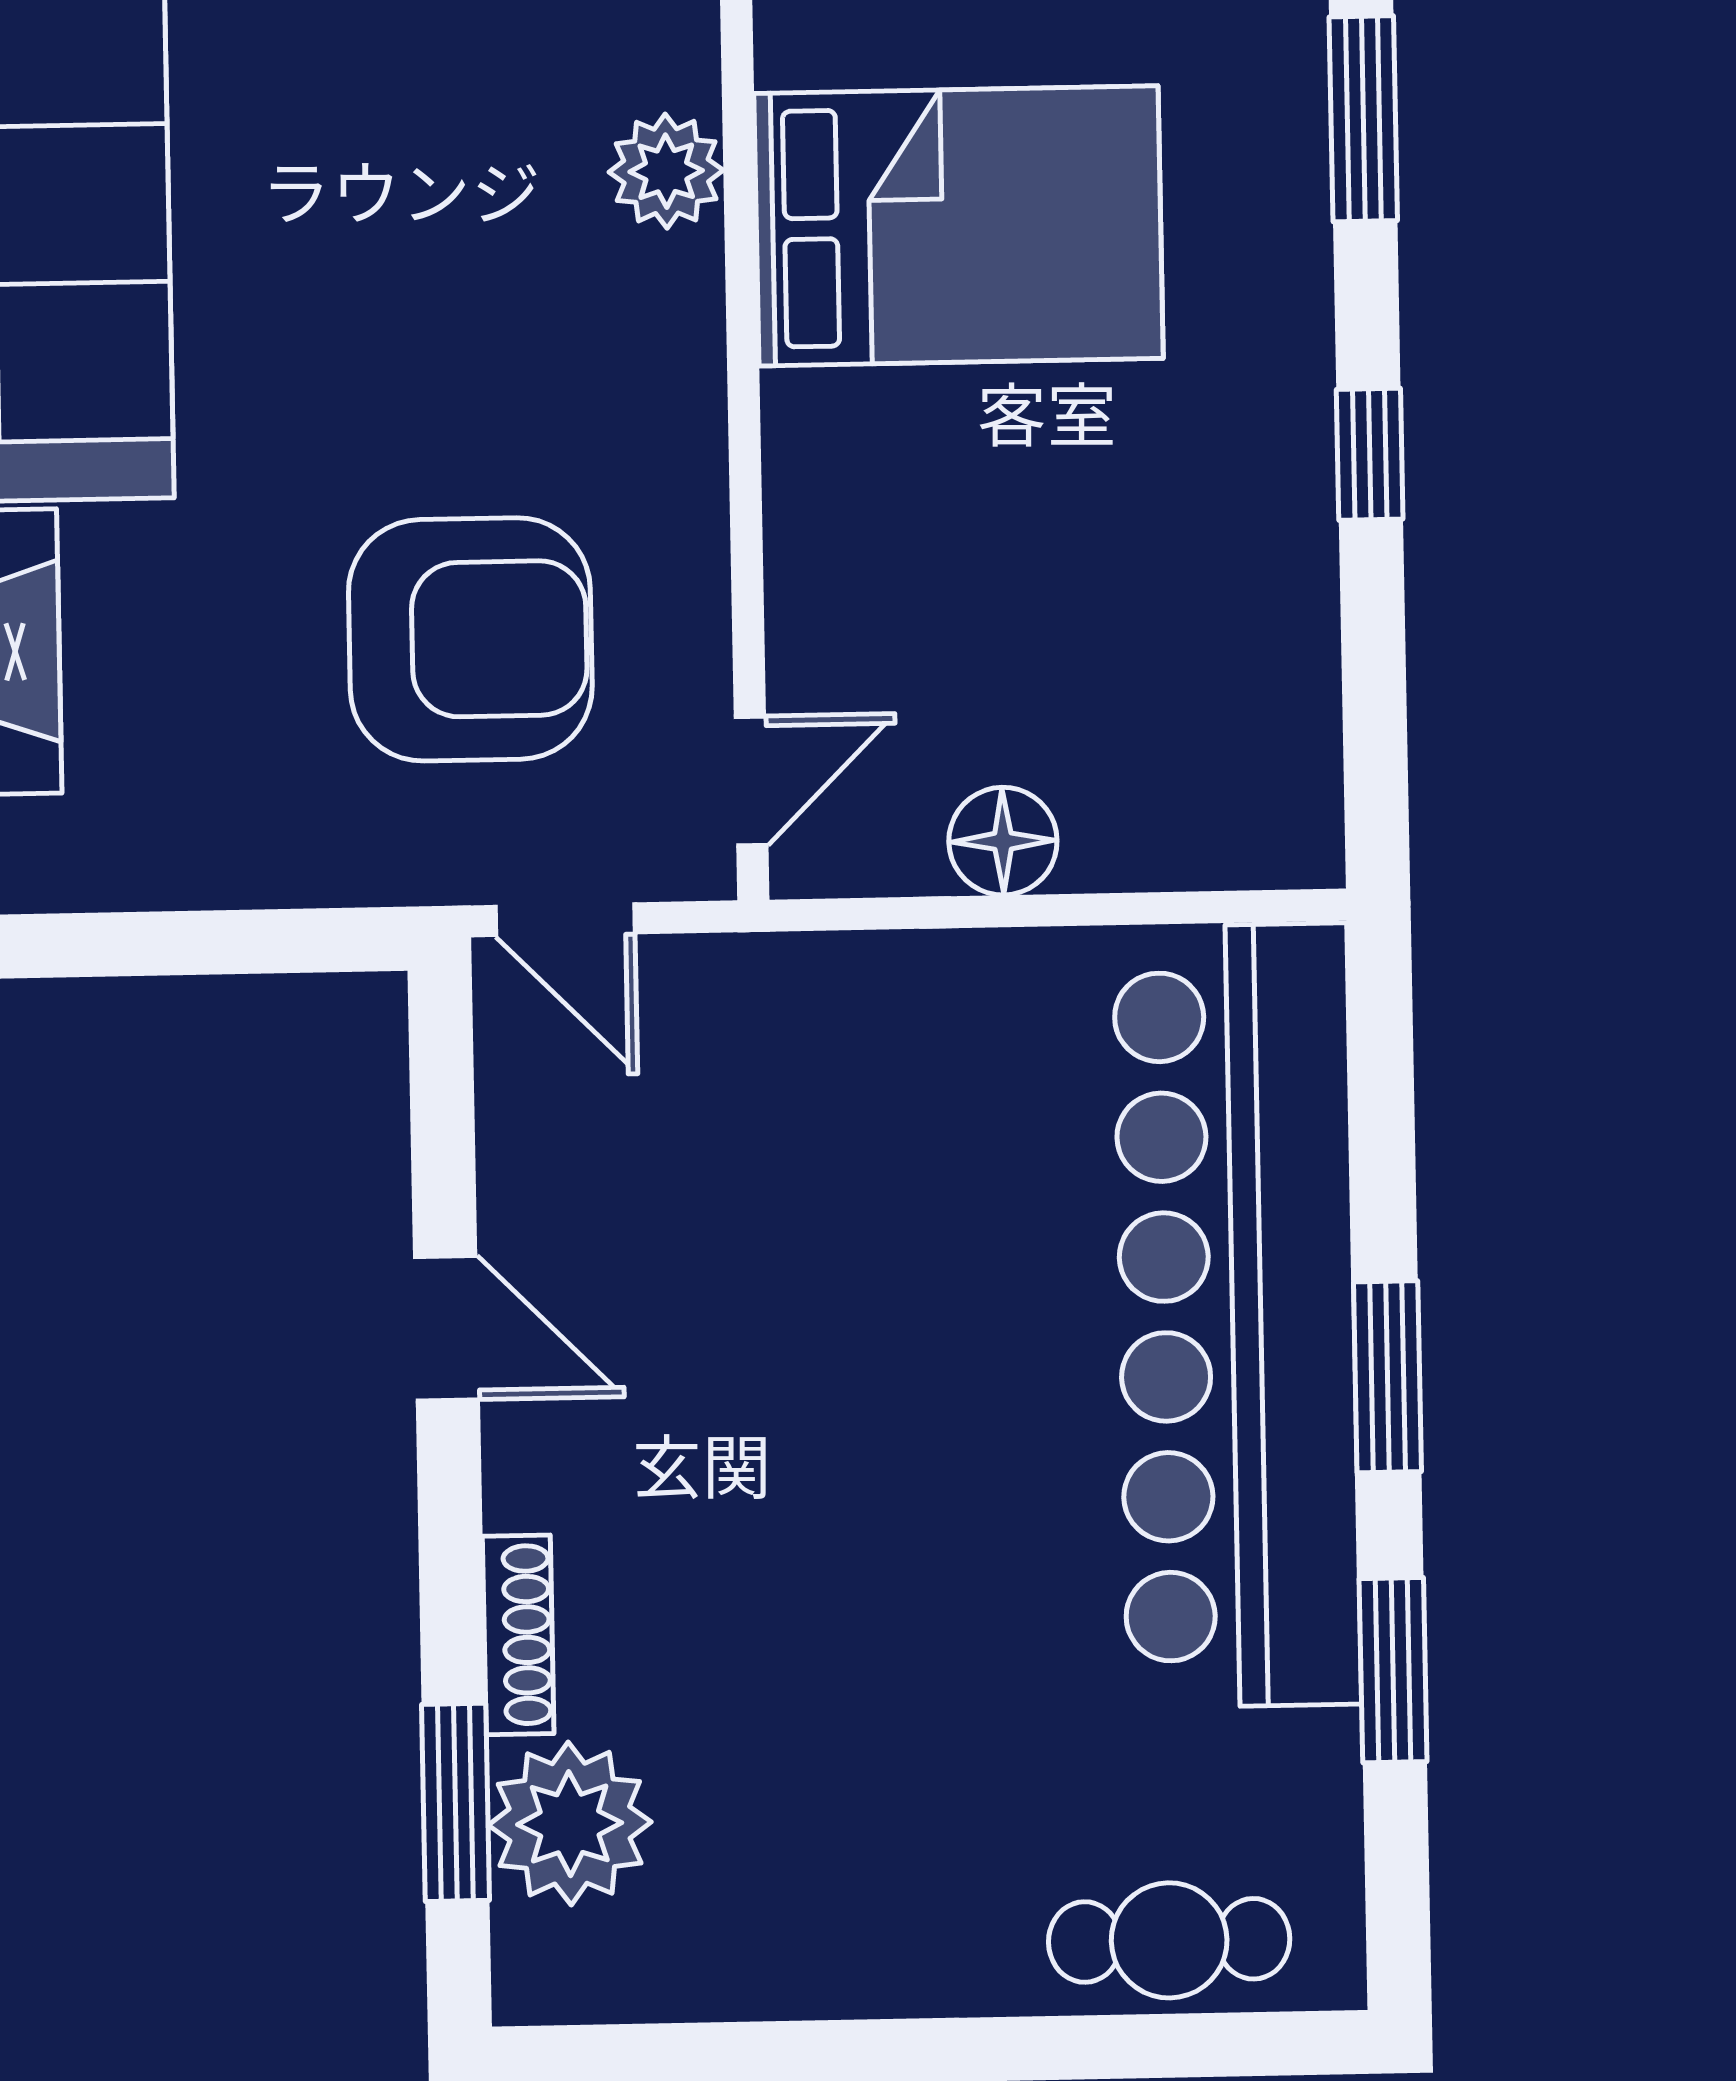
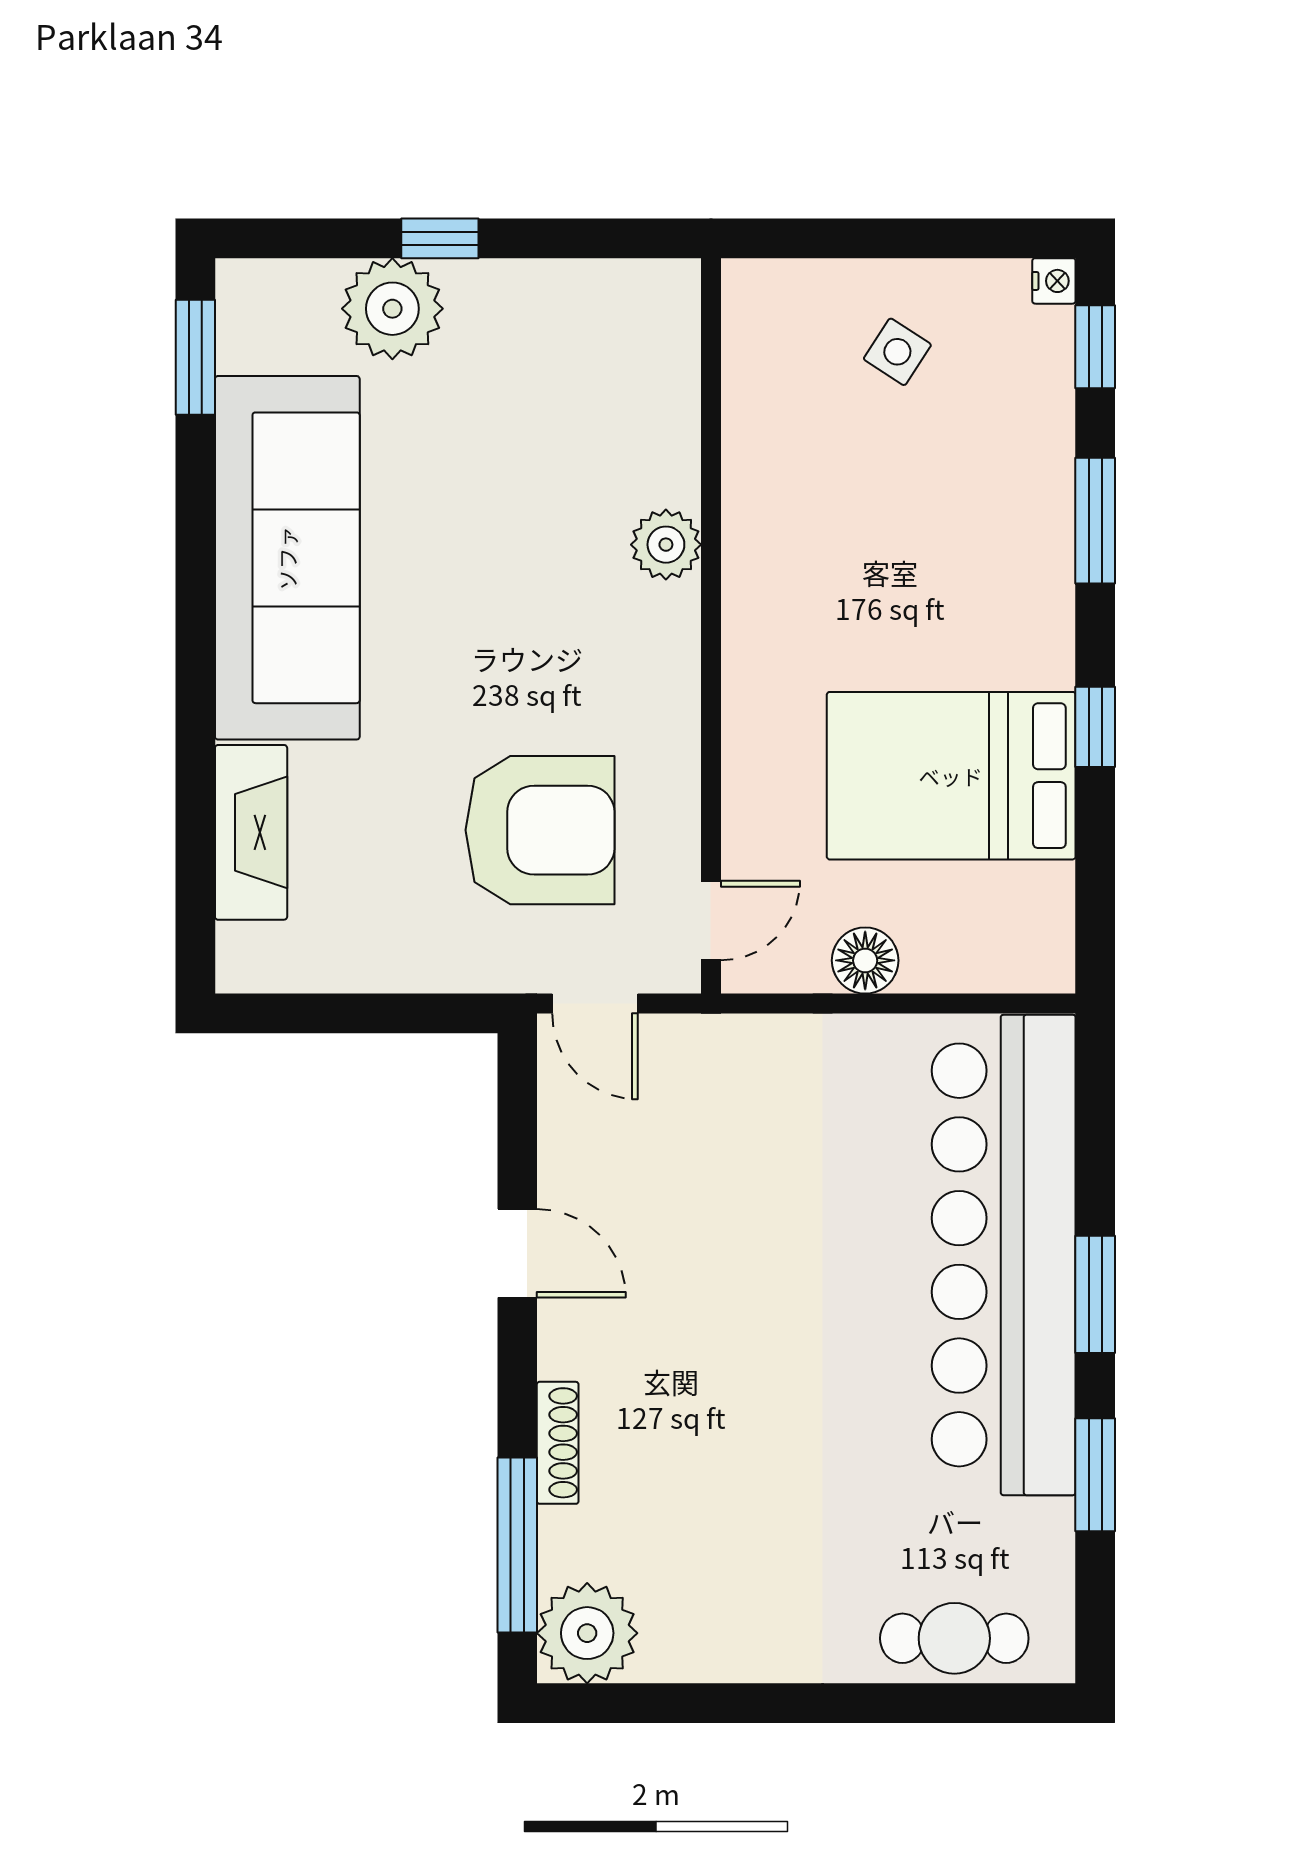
bed: (959, 226) -> (951, 776), moved, turned 180
window: (456, 1802) -> (517, 1545), width x1.44
plant: (570, 1824) -> (587, 1633), moved

